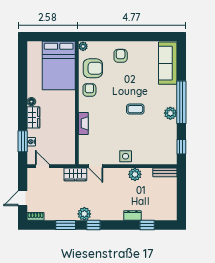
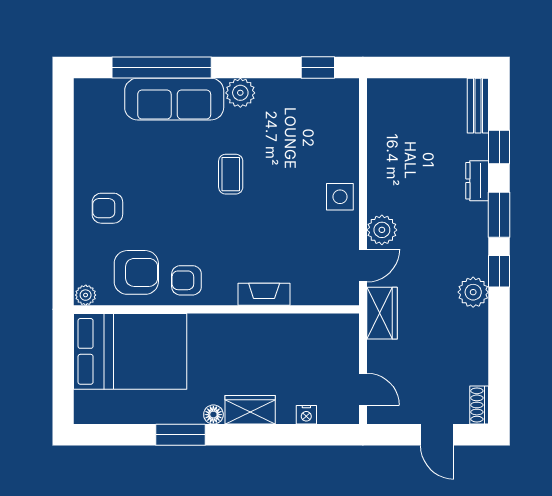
sofa: (168, 63) -> (174, 99), moved
armchair: (93, 68) -> (136, 272), turned 90
window: (181, 102) -> (162, 68), moved
window: (23, 141) -> (180, 435), moved
door: (42, 166) -> (363, 389), swing flipped
bench: (165, 172) -> (478, 106), moved
plant: (135, 174) -> (382, 230), moved
window: (66, 225) -> (499, 215), moved

